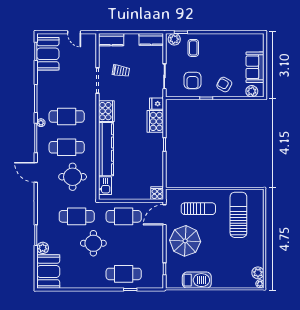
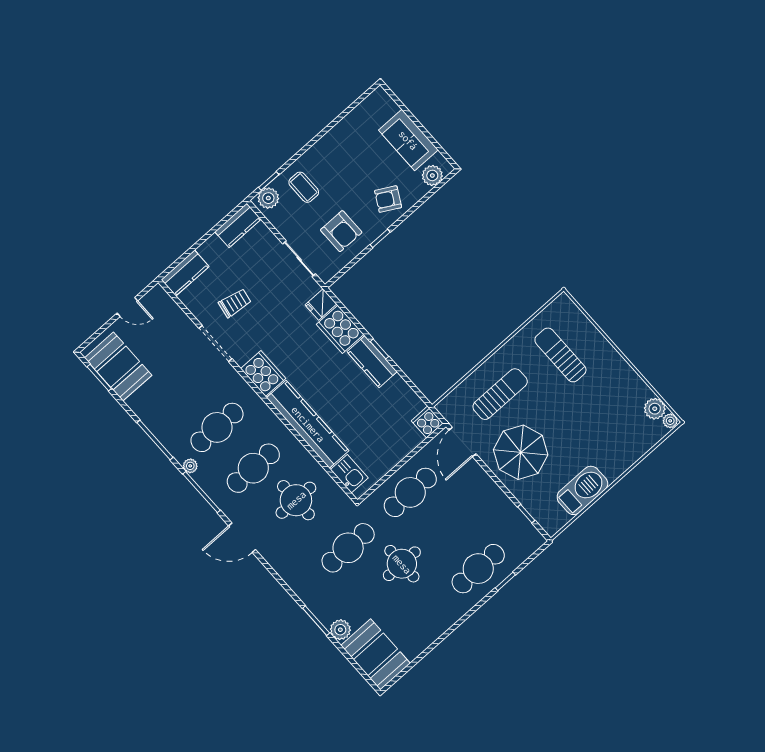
kitchen counter: (157, 147) -> (372, 362), added
sun lounger: (238, 215) -> (560, 355), width x0.73, depth x0.75

